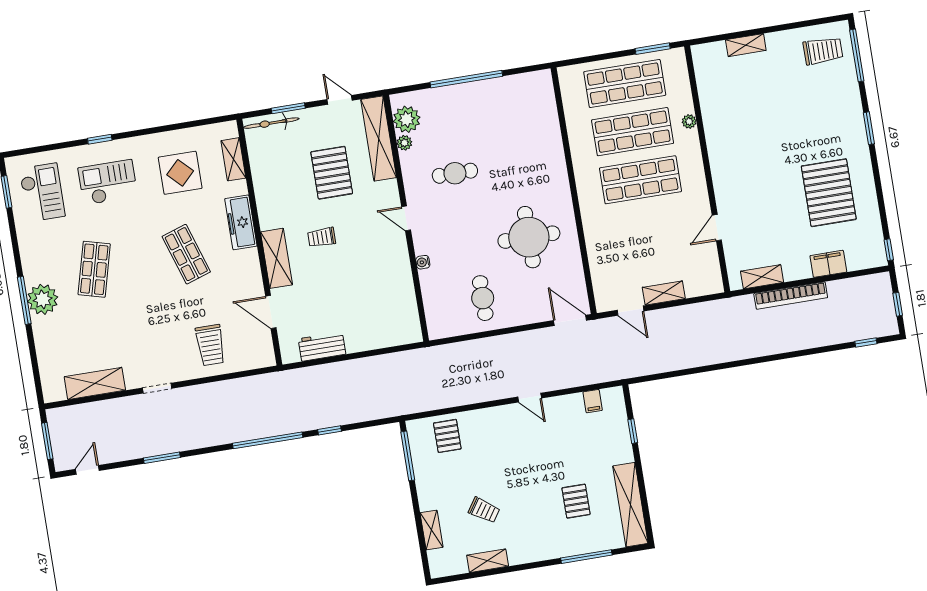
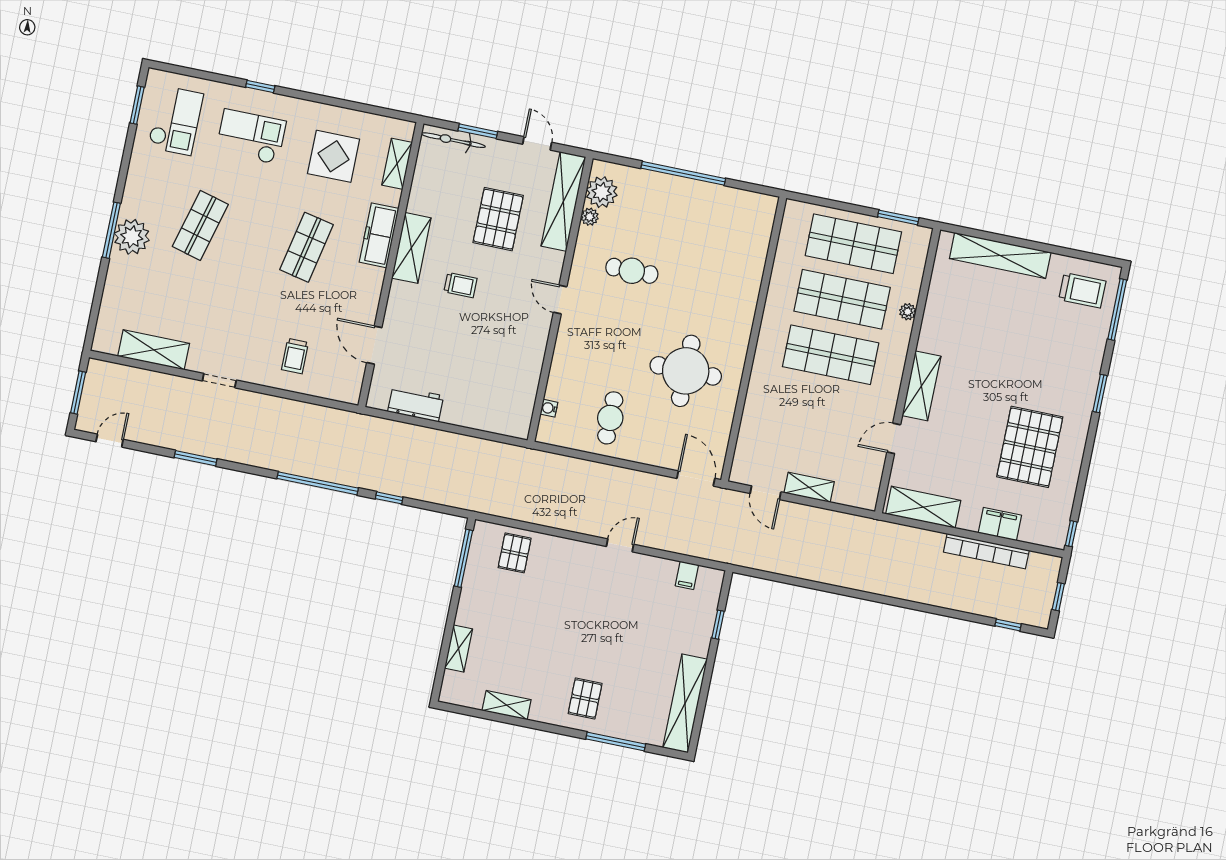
shelving: (746, 45) -> (1000, 256), width x2.20, depth x1.33
shelving: (723, 177) -> (921, 386), added
trolley: (322, 237) -> (461, 285), turned 180
shop shelf: (186, 254) -> (307, 247), turned 30
shelving: (277, 258) -> (411, 248), moved
water cooler: (423, 262) -> (549, 408), moved
shelving: (762, 277) -> (923, 507), width x1.50, depth x1.33
bookcase: (791, 296) -> (986, 551), moved
trolley: (210, 345) -> (295, 356), width x0.73, depth x0.72
door: (530, 398) -> (620, 545), swing flipped
pallet: (576, 501) -> (585, 698), moved
trolley: (484, 510) -> (524, 649), removed

